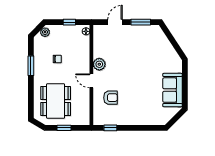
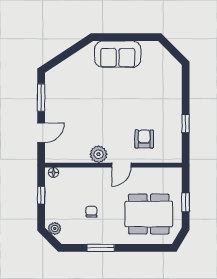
door: (115, 22) -> (41, 133), swing flipped
sofa: (172, 90) -> (118, 54), moved
window: (110, 128) -> (186, 123), moved

